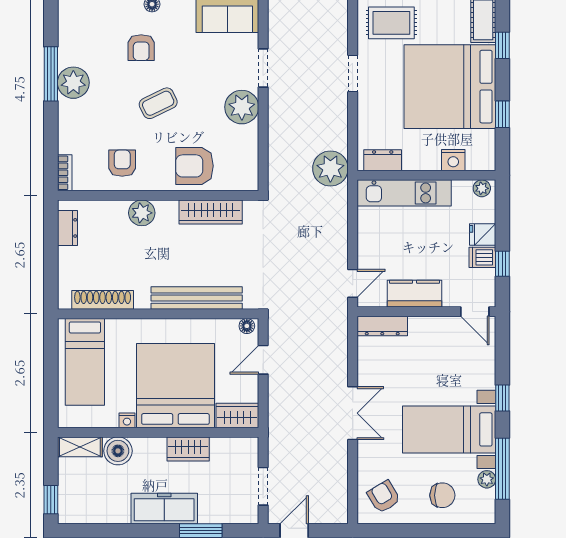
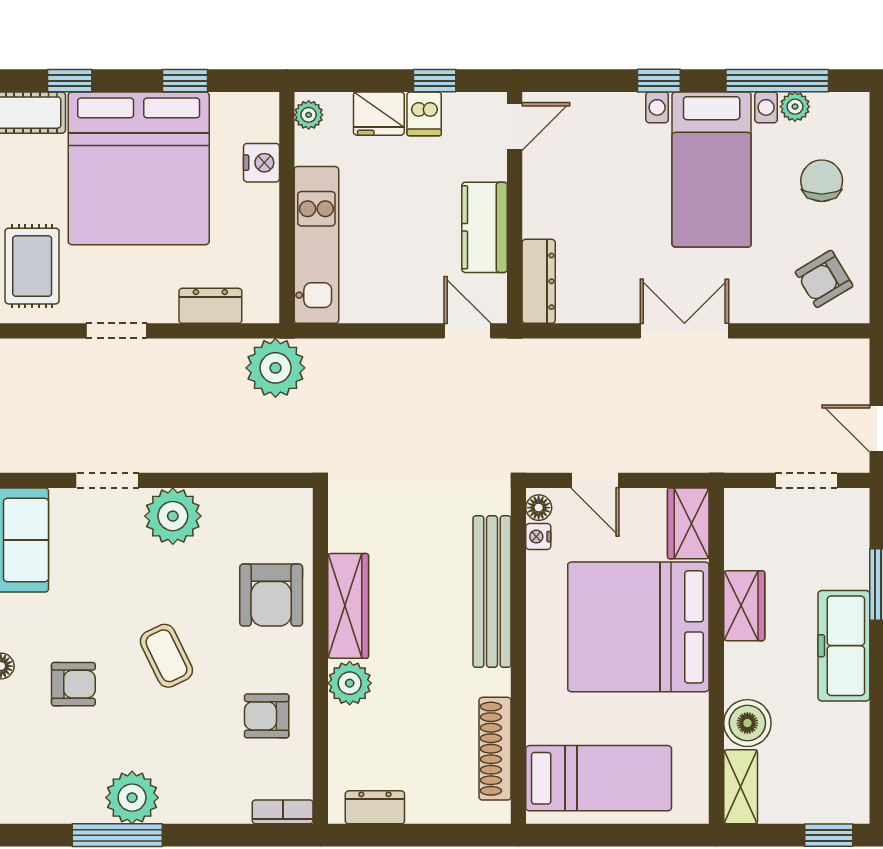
dresser: (383, 160) -> (210, 306), moved, turned 90
wardrobe: (211, 212) -> (348, 606), moved
fridge: (483, 235) -> (379, 114), width x1.38
nightstand: (127, 420) -> (538, 537), moved, turned 180

